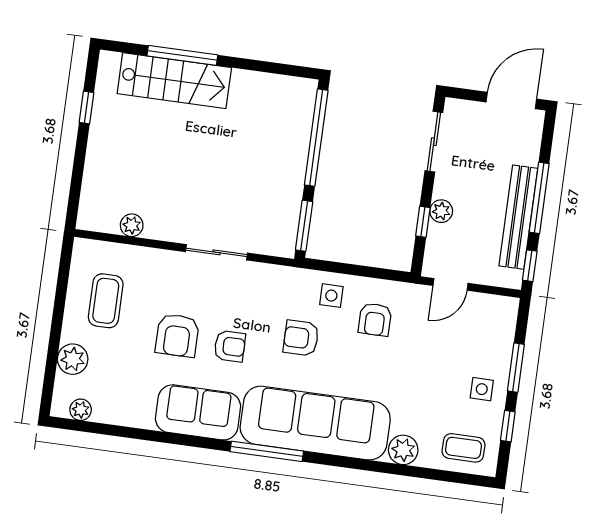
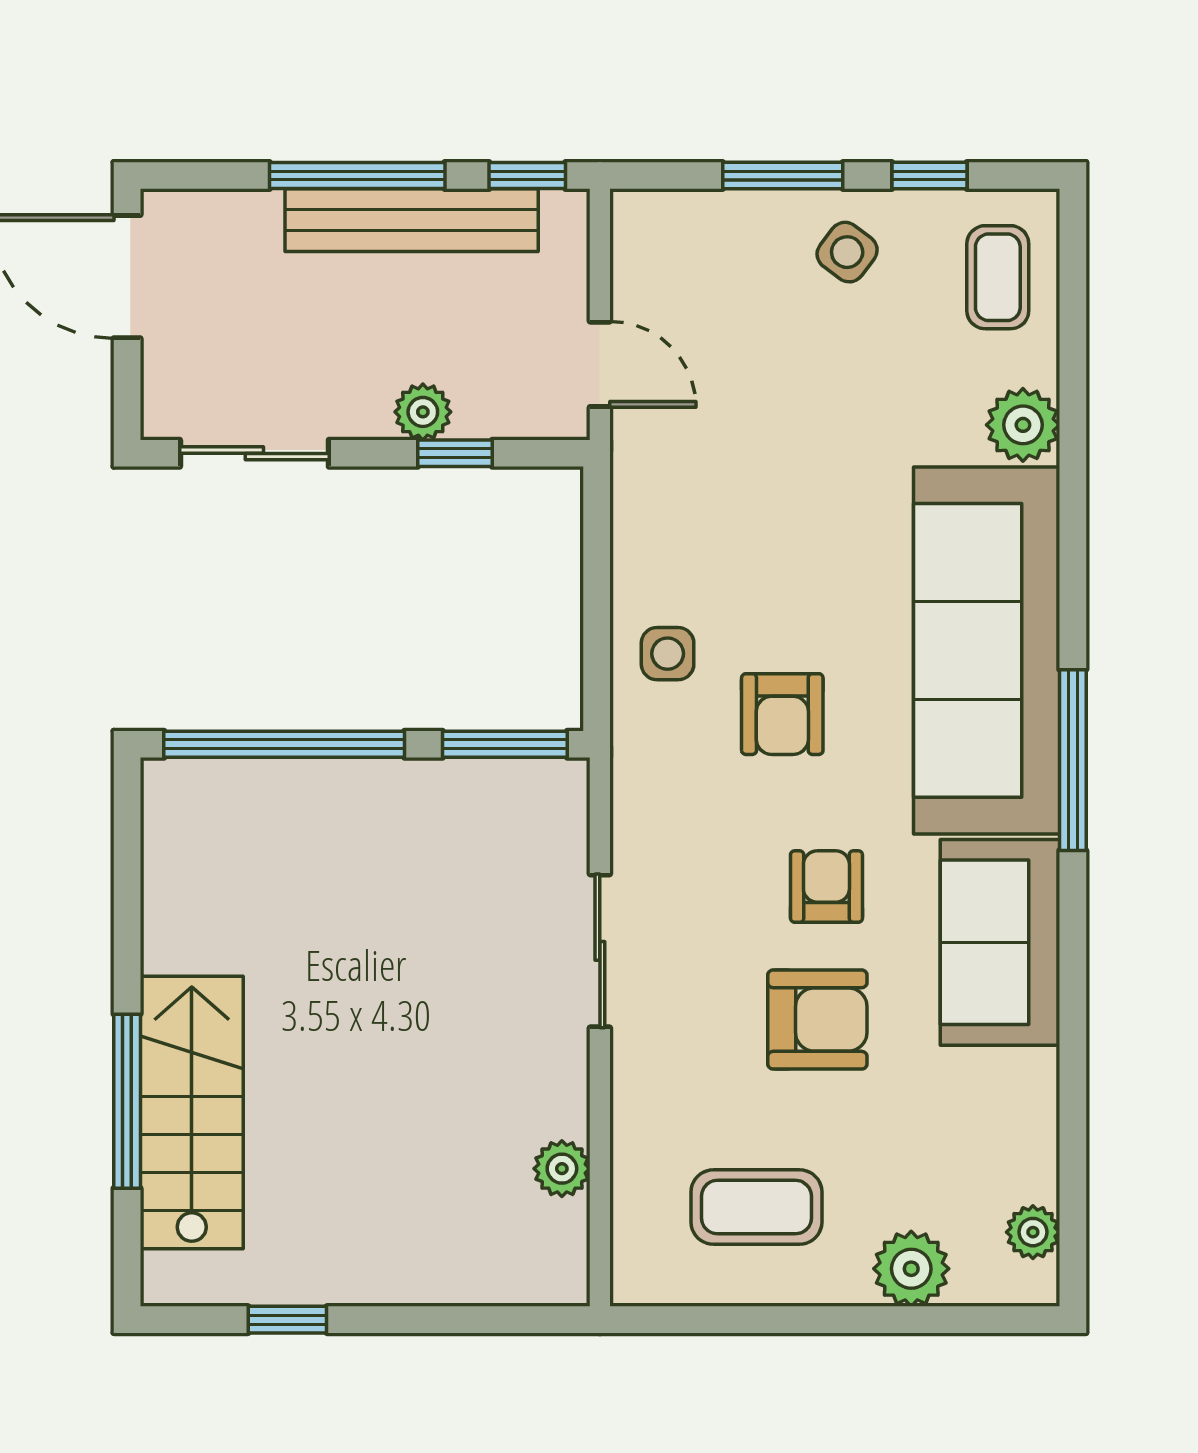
armchair: (375, 320) -> (712, 538), removed
side table: (482, 389) -> (847, 252), turned 37

